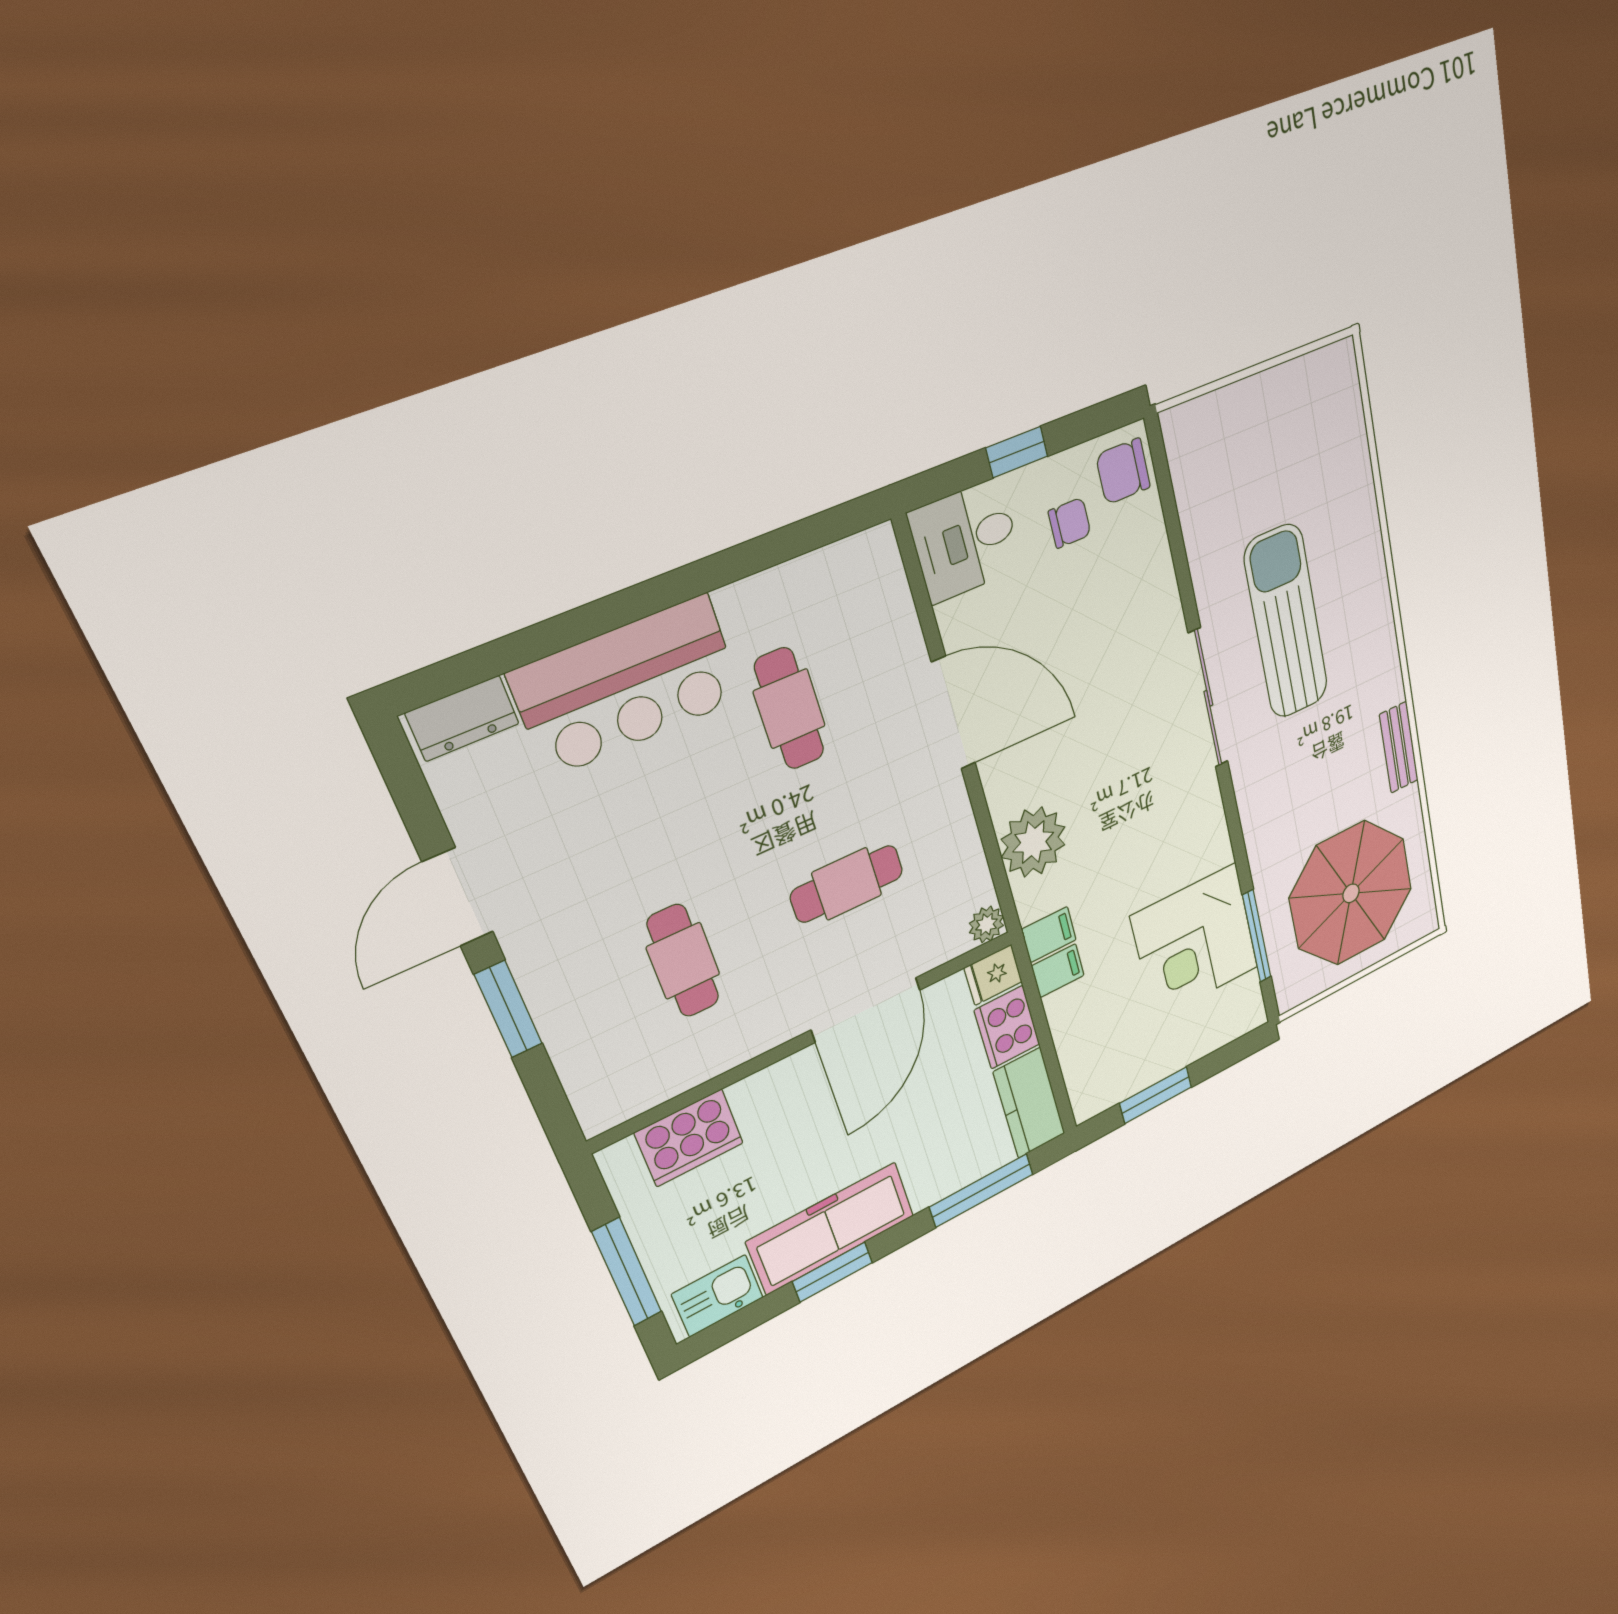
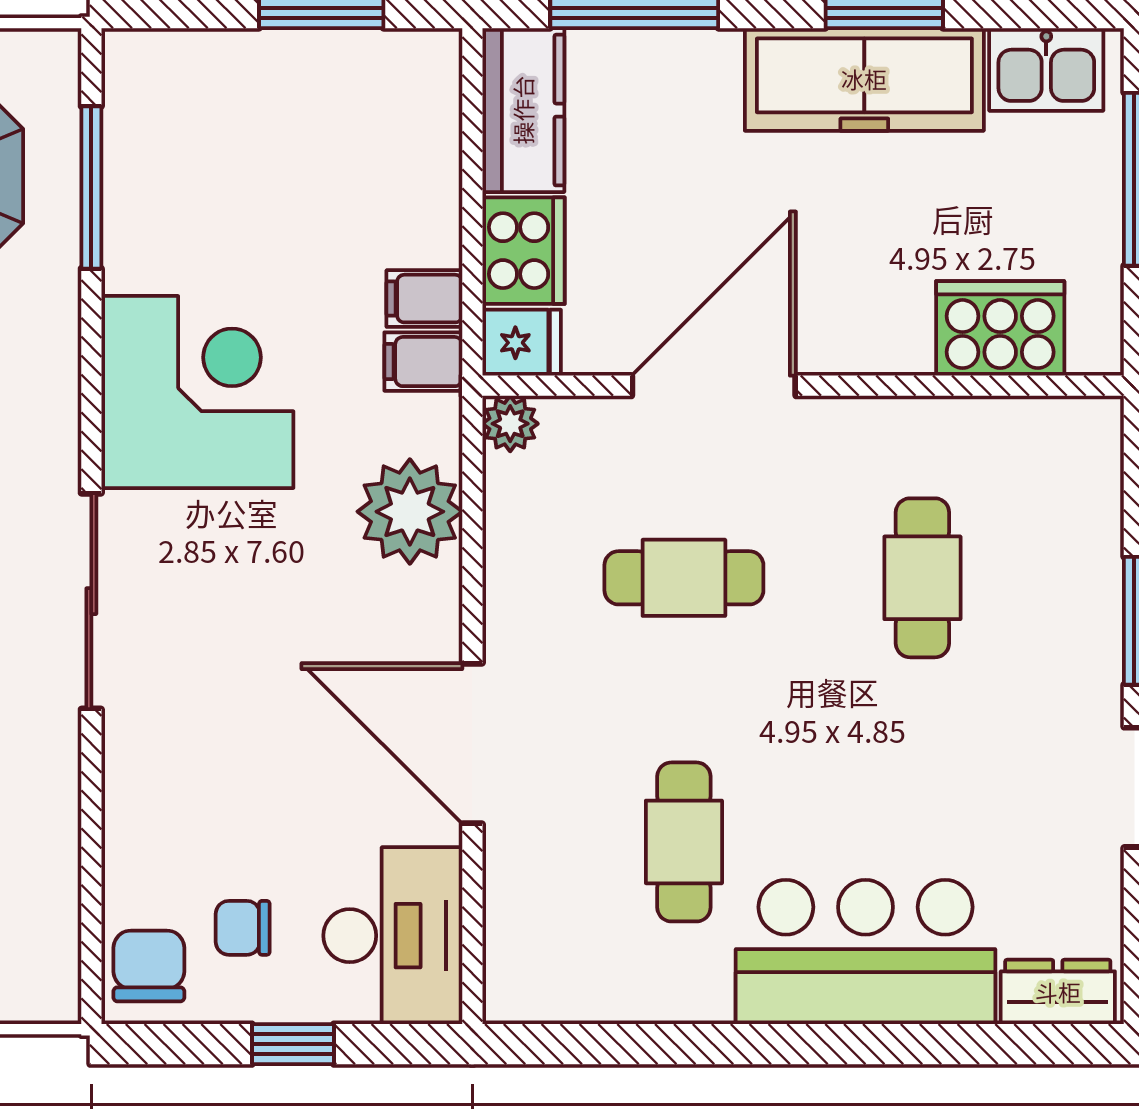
chair: (1123, 471) -> (149, 966), turned -90
desk: (966, 541) -> (393, 936), width x1.37
corner desk: (1195, 942) -> (197, 392), moved

